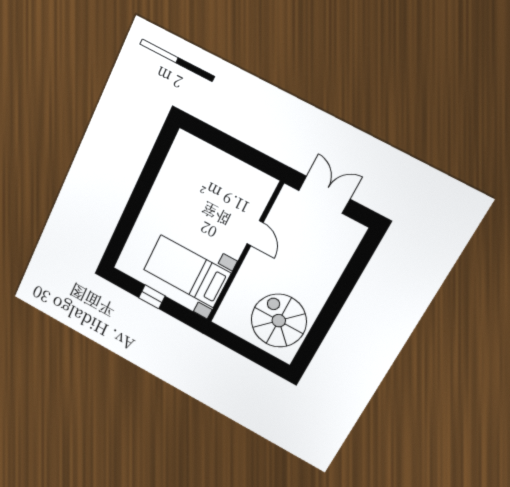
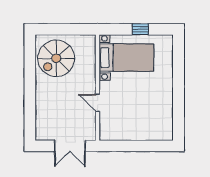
spiral stairs: (279, 321) -> (56, 58), turned 90

